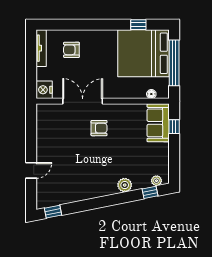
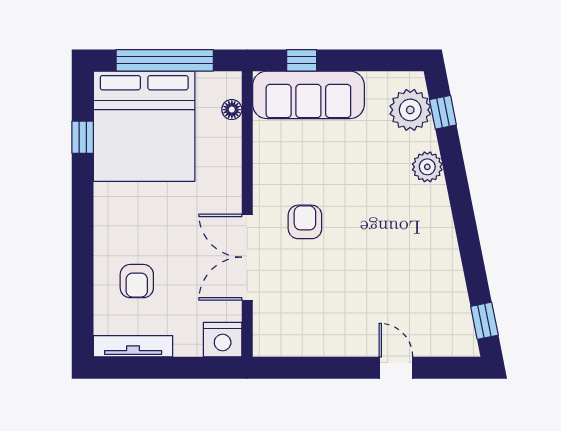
sofa: (158, 123) -> (308, 95), width x1.36
plant: (156, 181) -> (410, 110), width x1.88, depth x1.88

